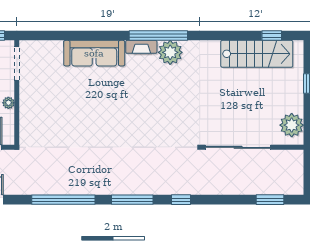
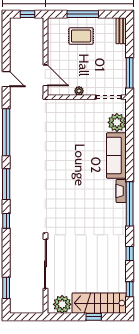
window: (224, 36) -> (130, 254), added
plant: (170, 52) -> (117, 122), moved
stairs: (257, 54) -> (99, 303), moved, turned 90

